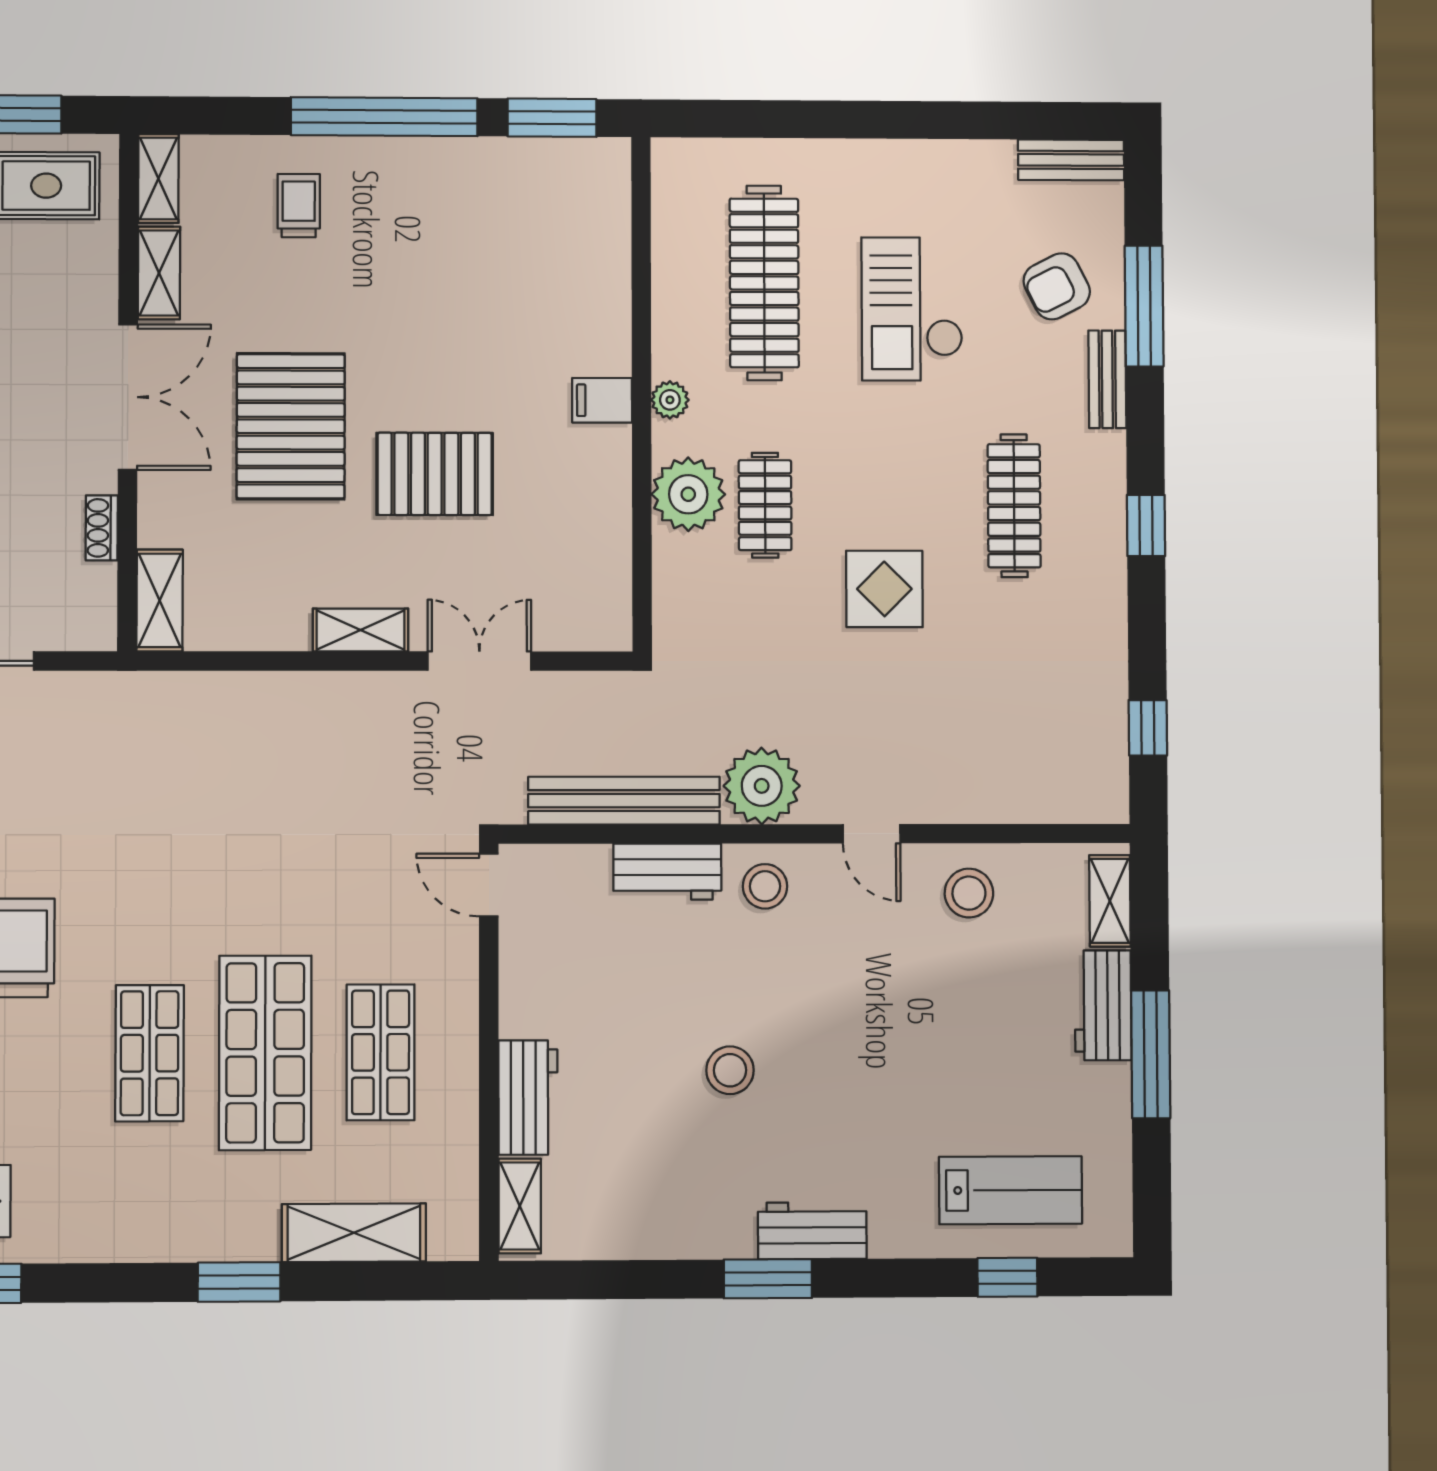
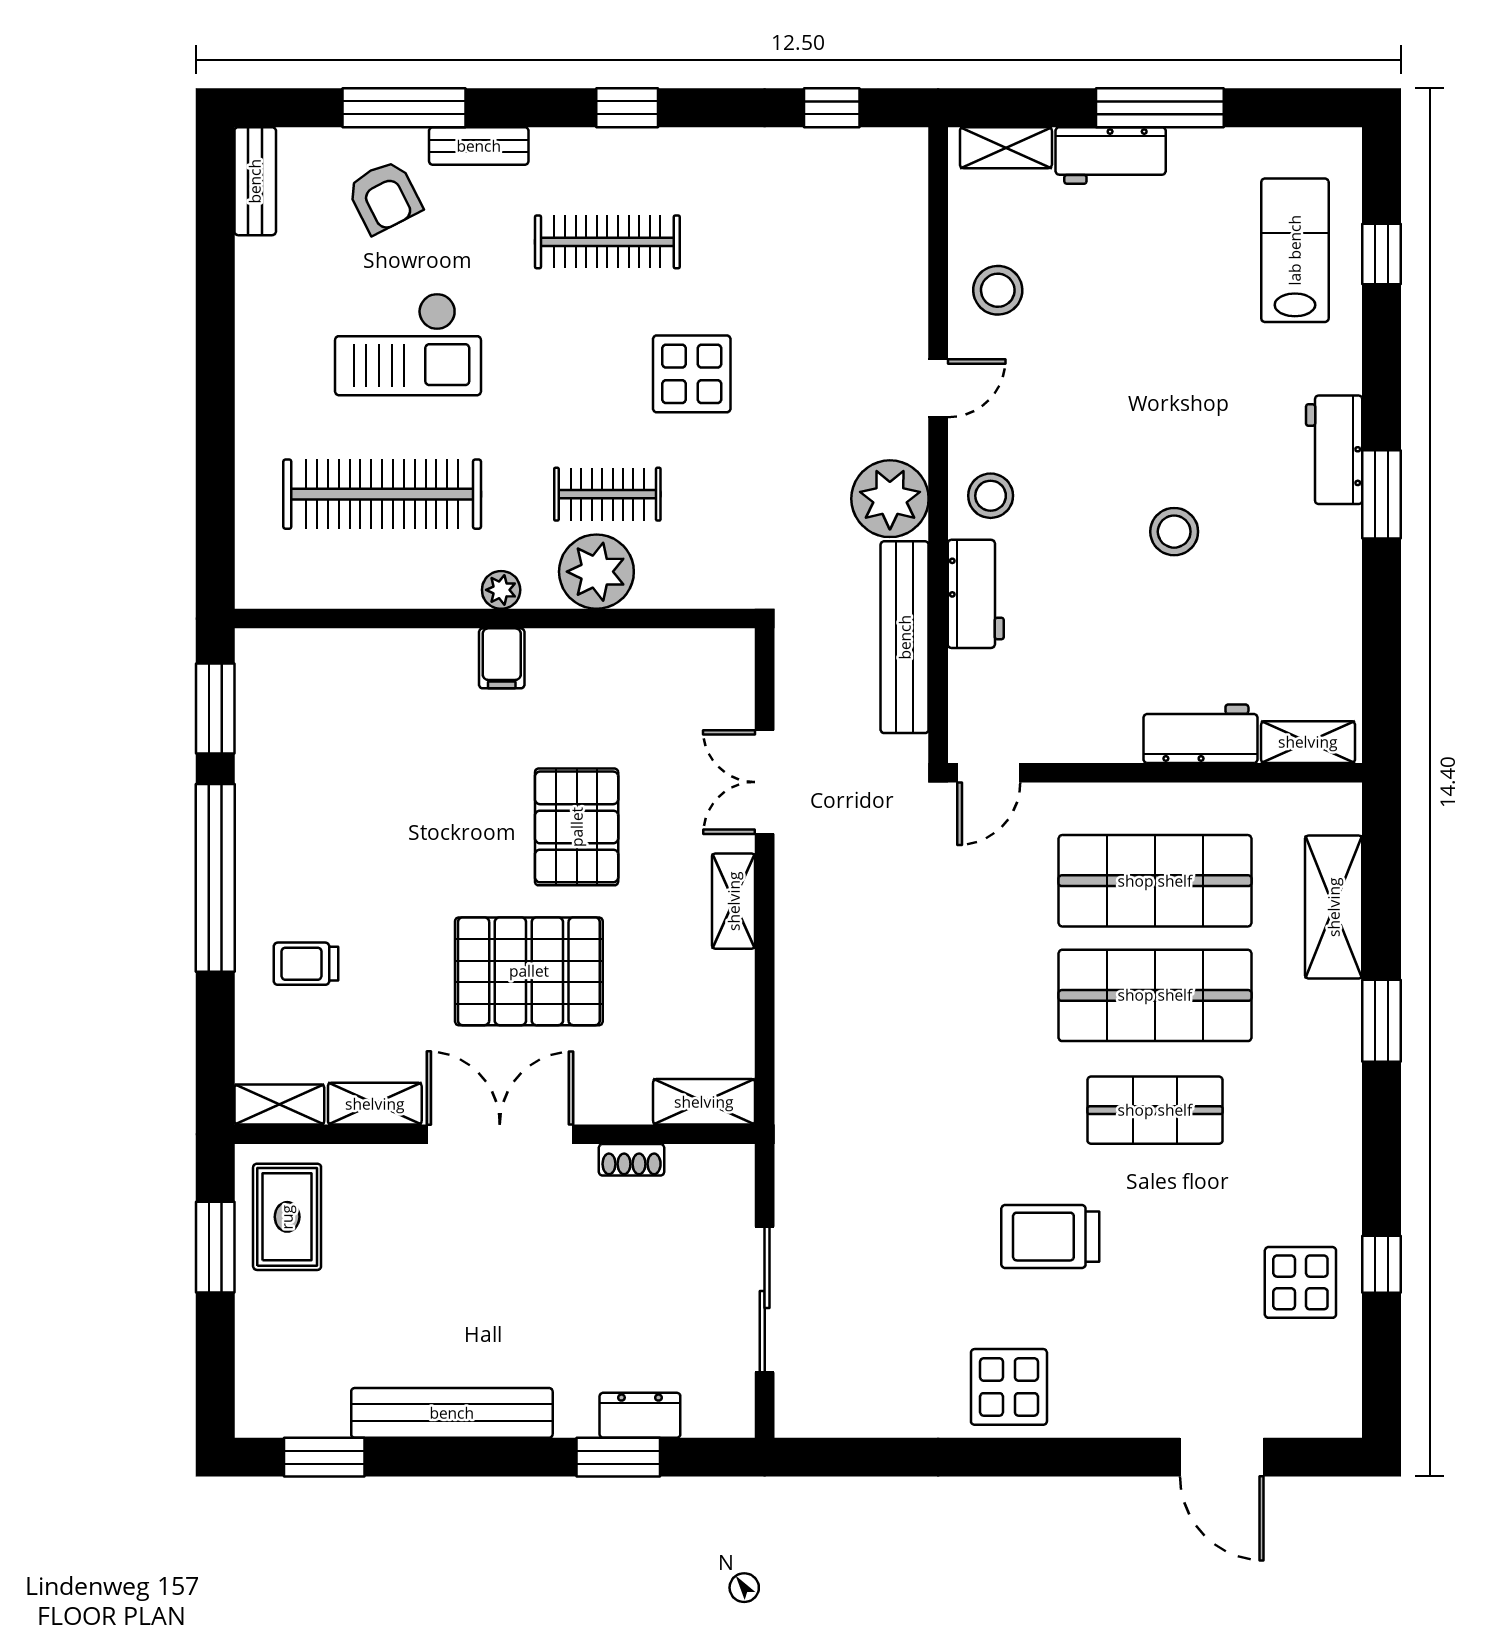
shop shelf: (381, 1052) -> (1155, 881), width x1.43, depth x1.36

